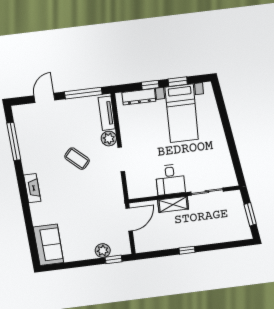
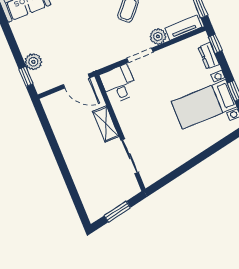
window: (150, 85) -> (215, 44), moved
dresser: (139, 97) -> (209, 56), width x0.70
desk: (170, 180) -> (119, 84), moved, turned 90
window: (187, 250) -> (58, 155), removed

